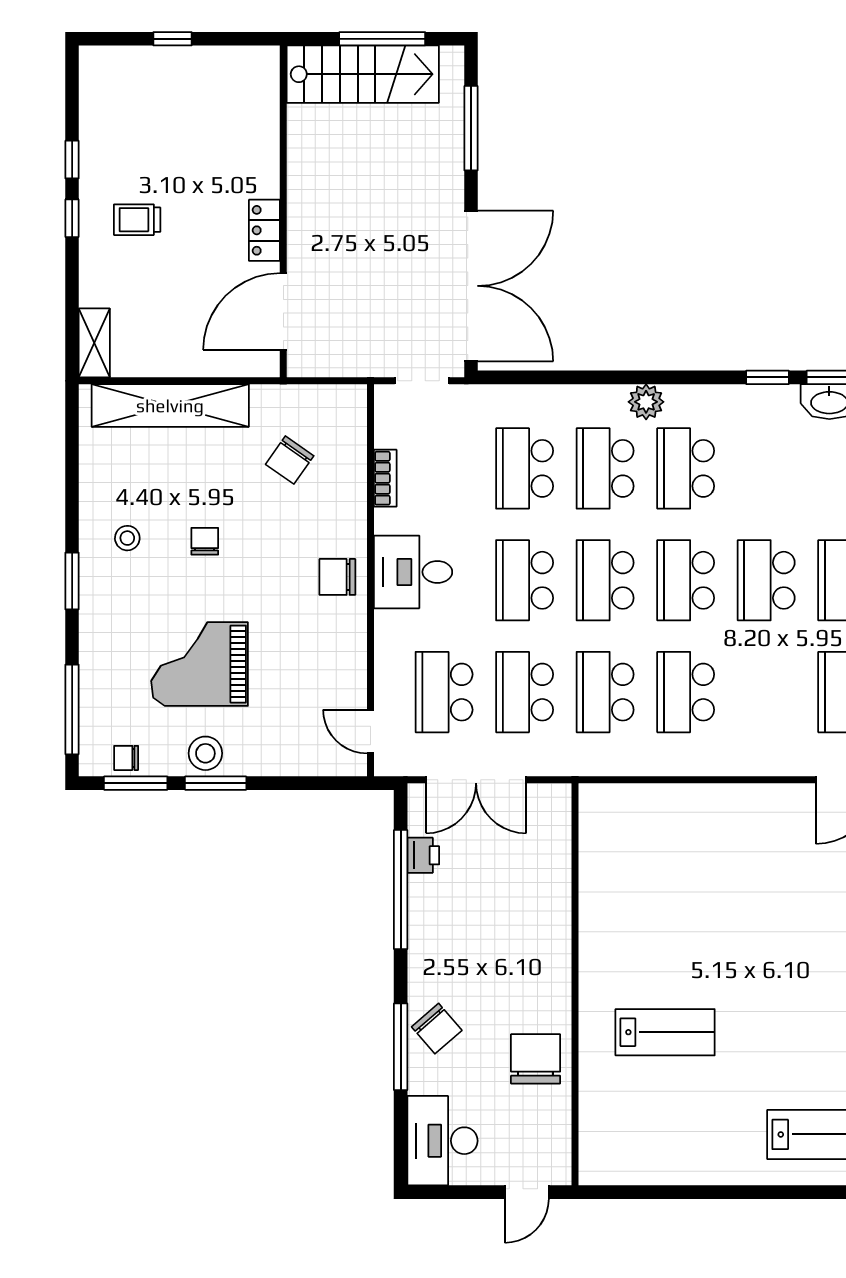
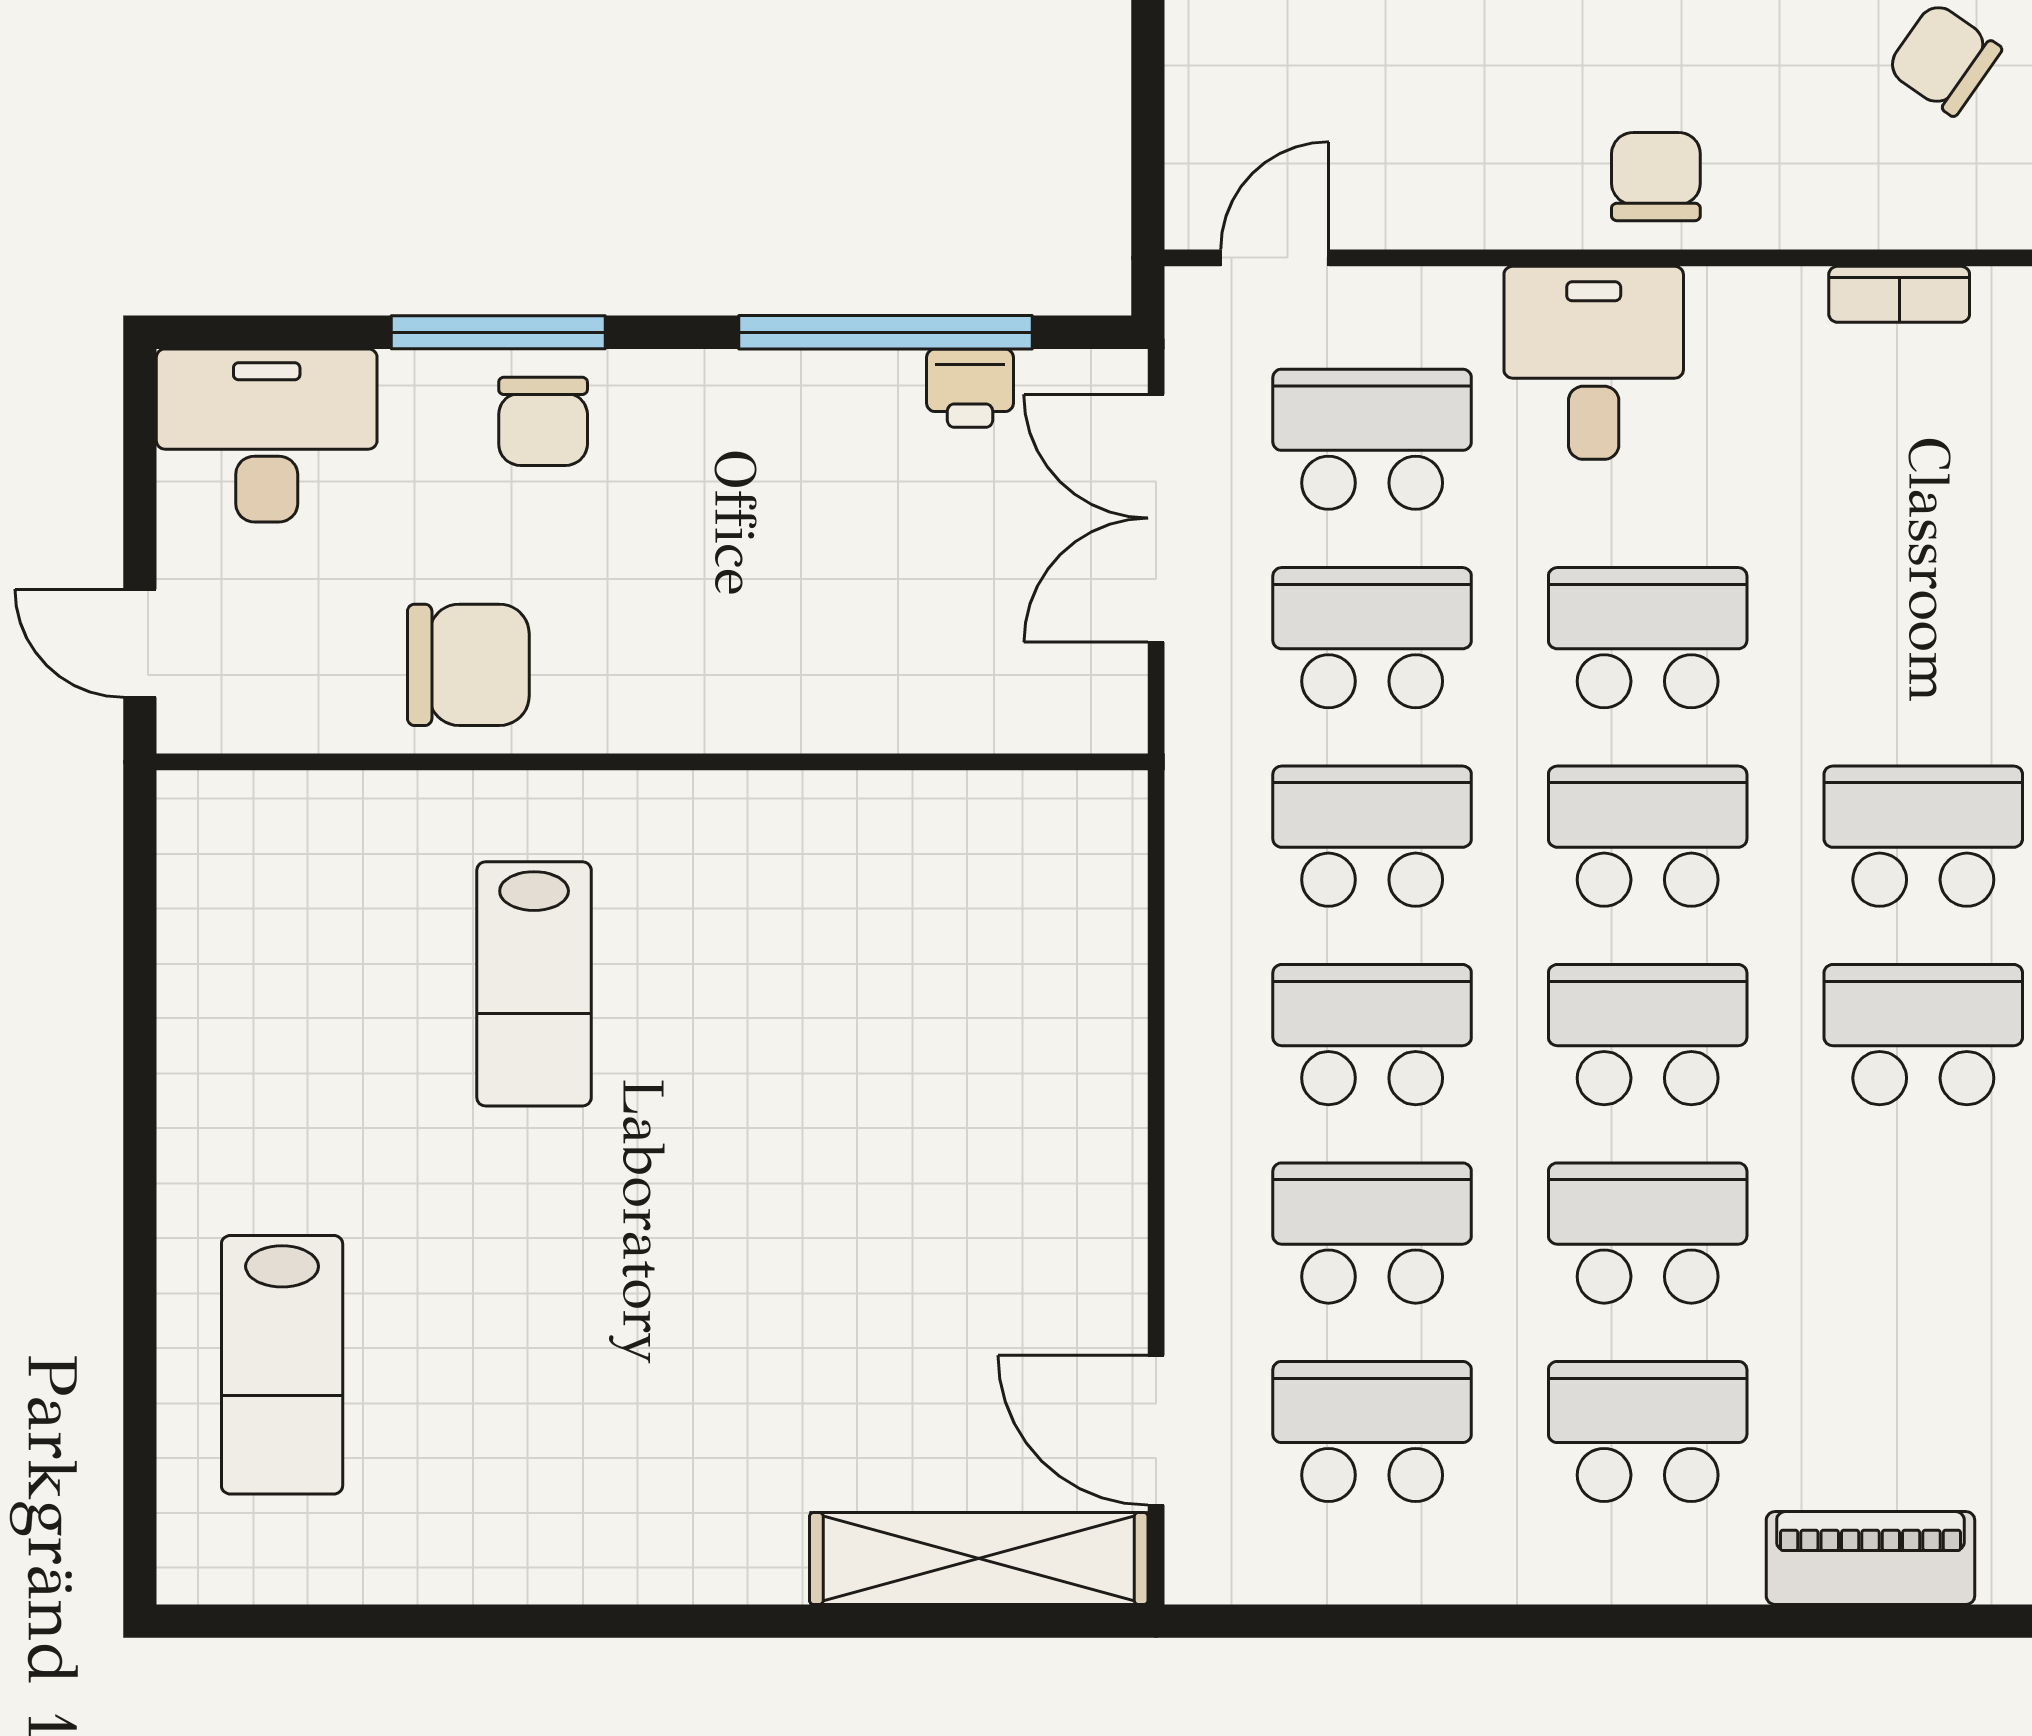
school desk: (525, 468) -> (1372, 1233), moved
desk: (413, 572) -> (1594, 363), moved
chair: (437, 1029) -> (543, 421), turned -49

